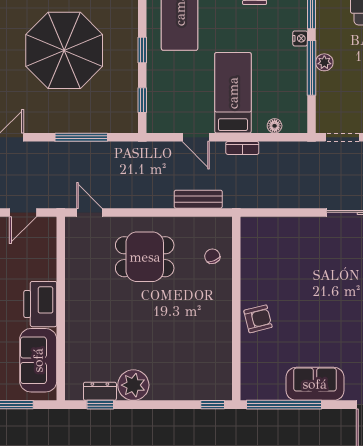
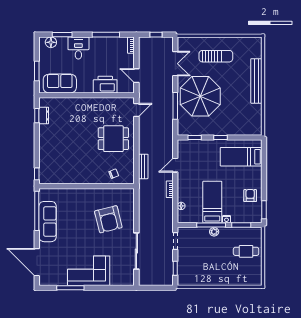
parasol: (64, 50) -> (200, 96), moved
bed: (233, 93) -> (212, 202), moved, turned -90
dining table: (145, 257) -> (113, 139), turned 90
printer: (40, 304) -> (105, 85), moved
armchair: (258, 319) -> (108, 219), moved, width x1.88, depth x1.88
sofa: (315, 384) -> (48, 222), width x1.36
plant: (133, 385) -> (47, 133), removed

